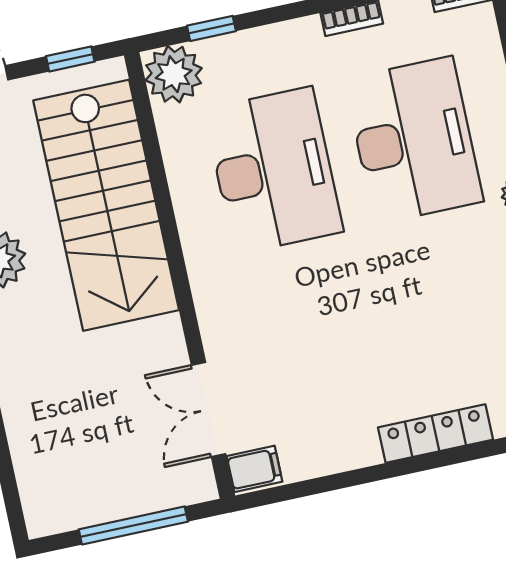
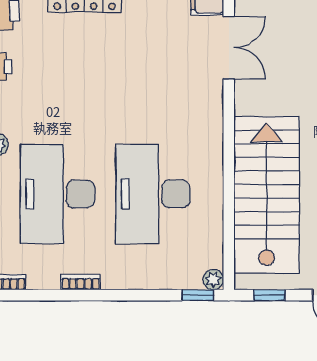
window: (211, 28) -> (198, 295), moved
plant: (174, 74) -> (213, 280), width x0.53, depth x0.53

